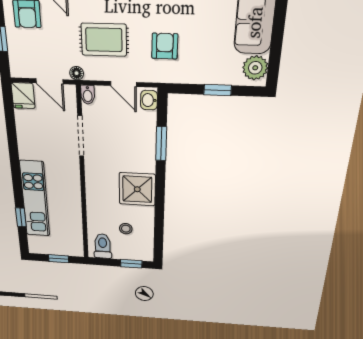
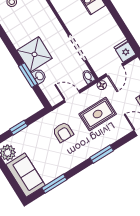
door: (50, 81) -> (114, 70), swing flipped
washbasin: (149, 100) -> (39, 76), moved
shower: (137, 189) -> (34, 54), moved

